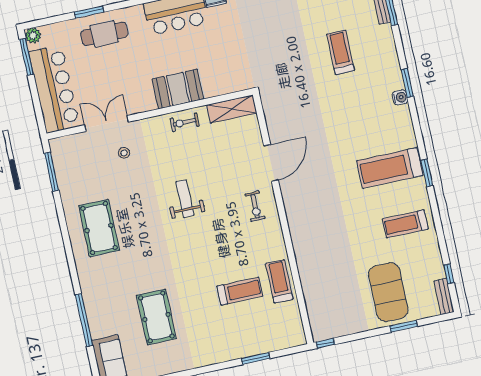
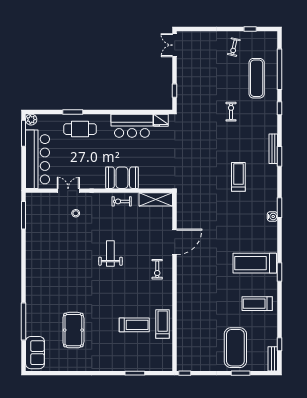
double door: (107, 123) -> (68, 191), width x0.73
pool table: (99, 228) -> (47, 261), removed

